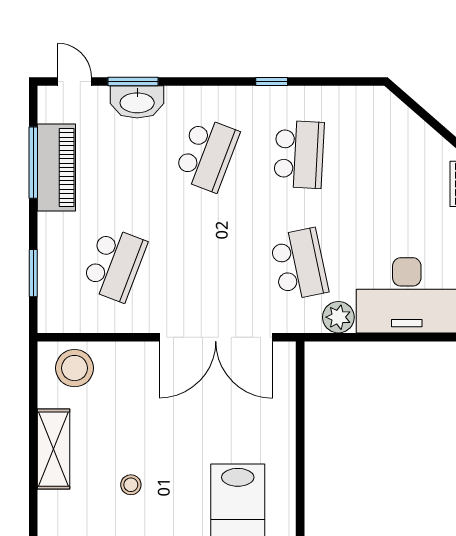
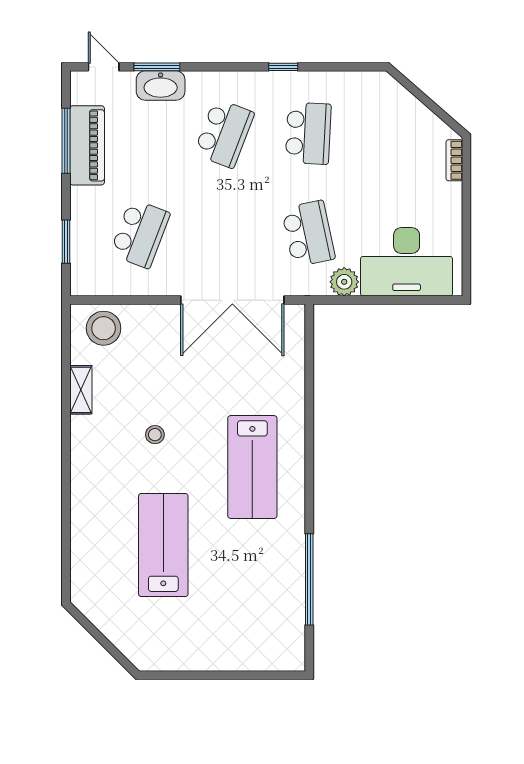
shelving: (54, 449) -> (81, 390), width x0.67, depth x0.75

